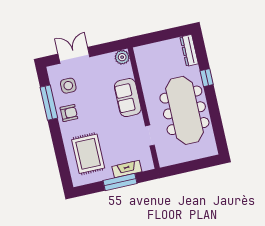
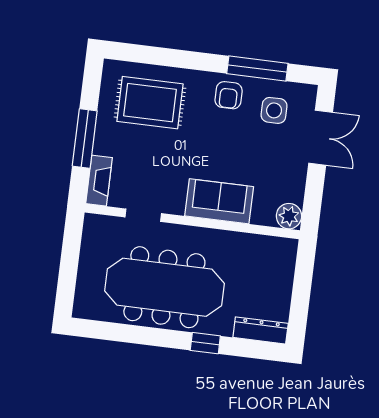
fireplace: (127, 169) -> (99, 181), moved

